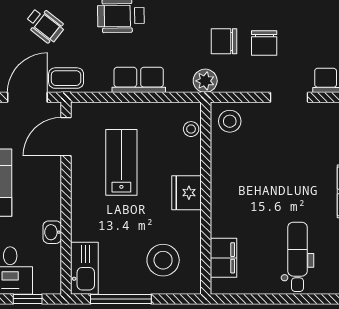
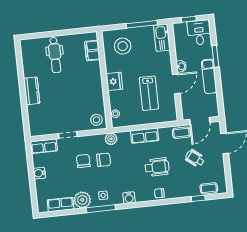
door: (66, 137) -> (176, 84), moved
washbasin: (52, 232) -> (181, 66), moved

